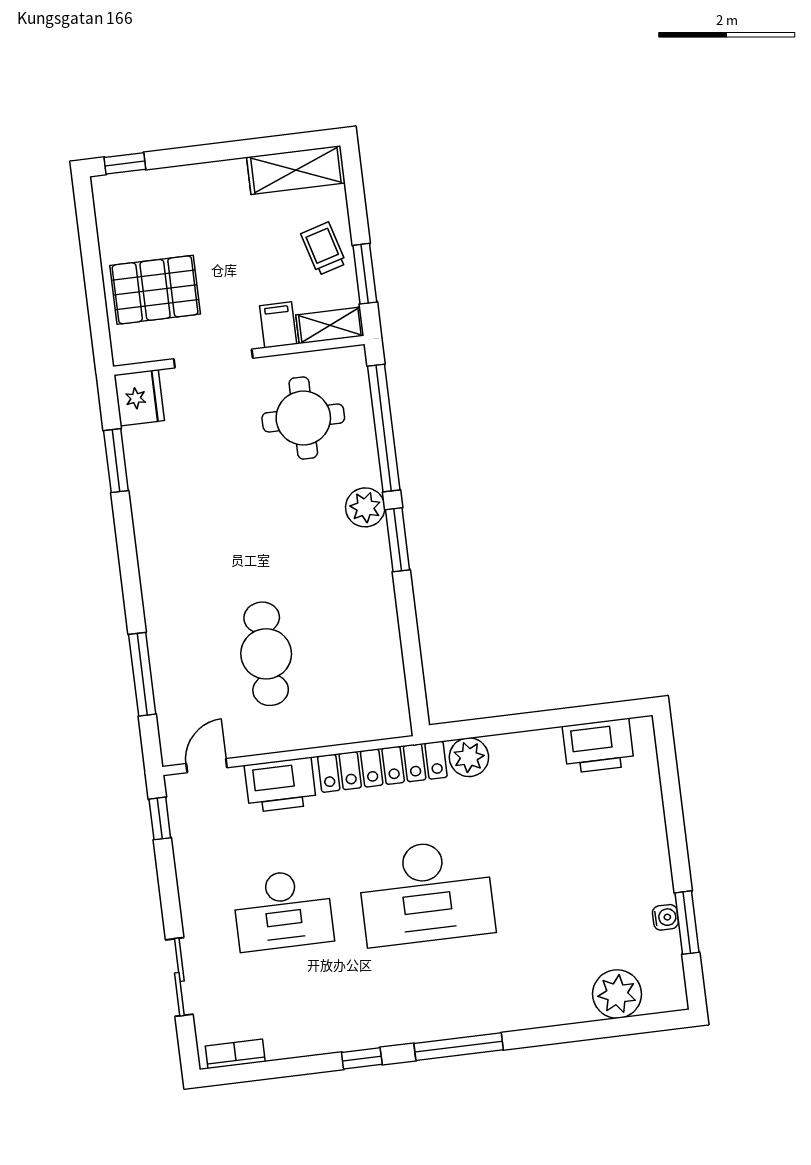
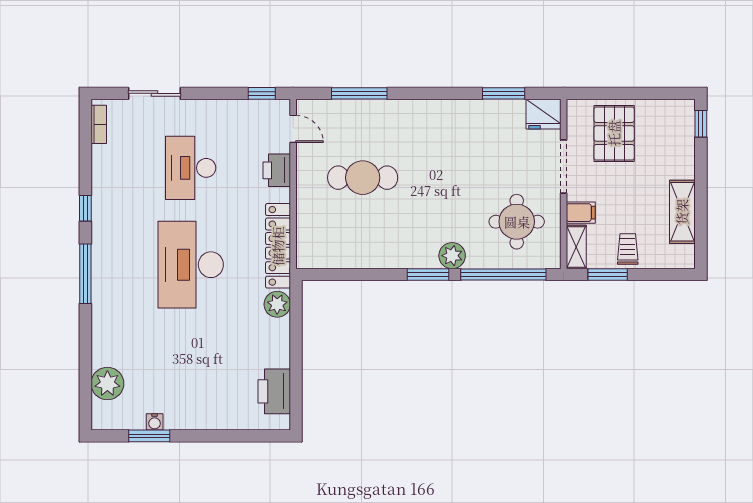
shelving: (296, 170) -> (682, 212), moved
trolley: (323, 249) -> (628, 249), turned -74
printer: (280, 785) -> (277, 170), width x0.73, depth x0.84

